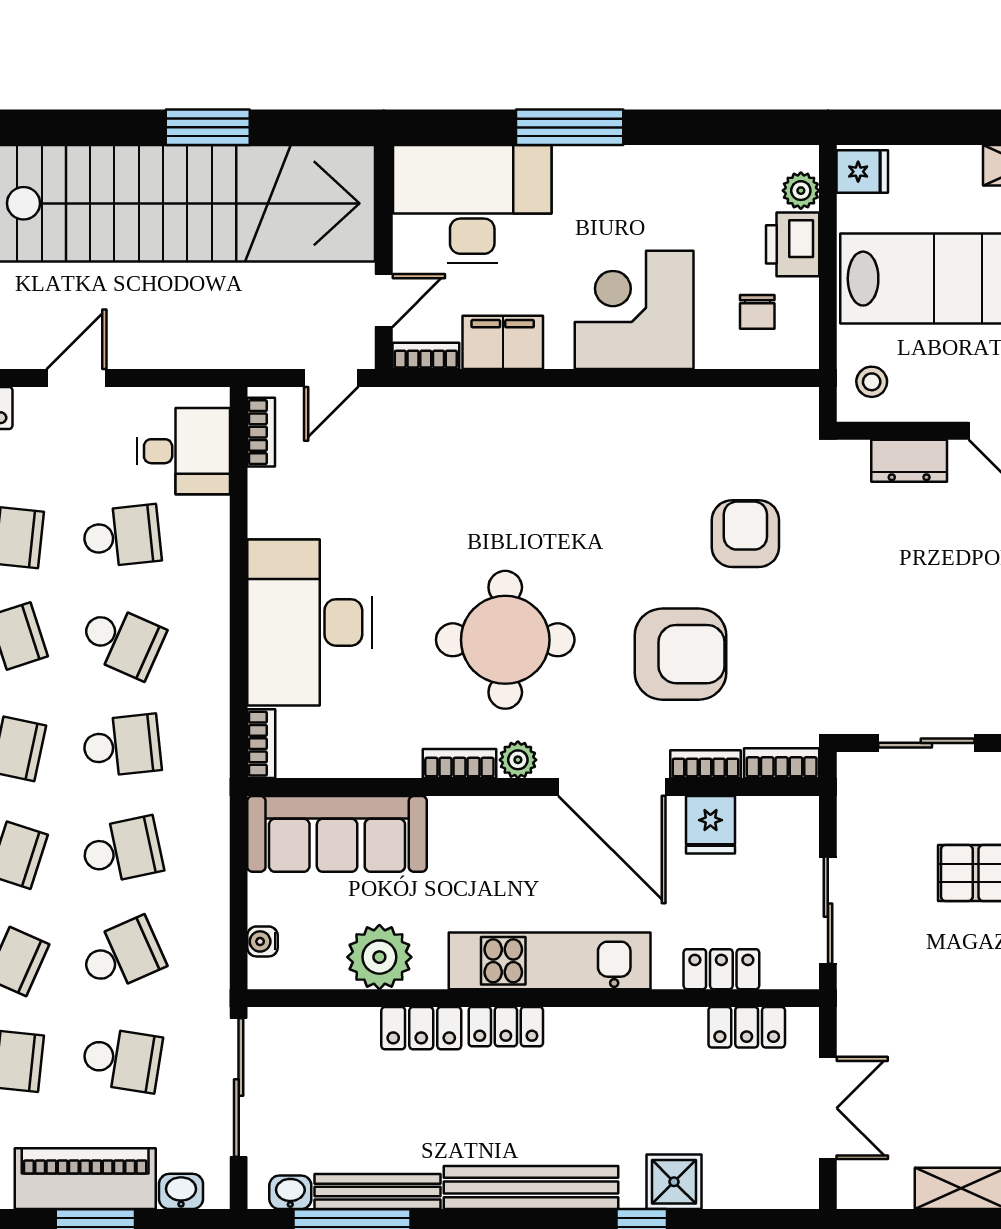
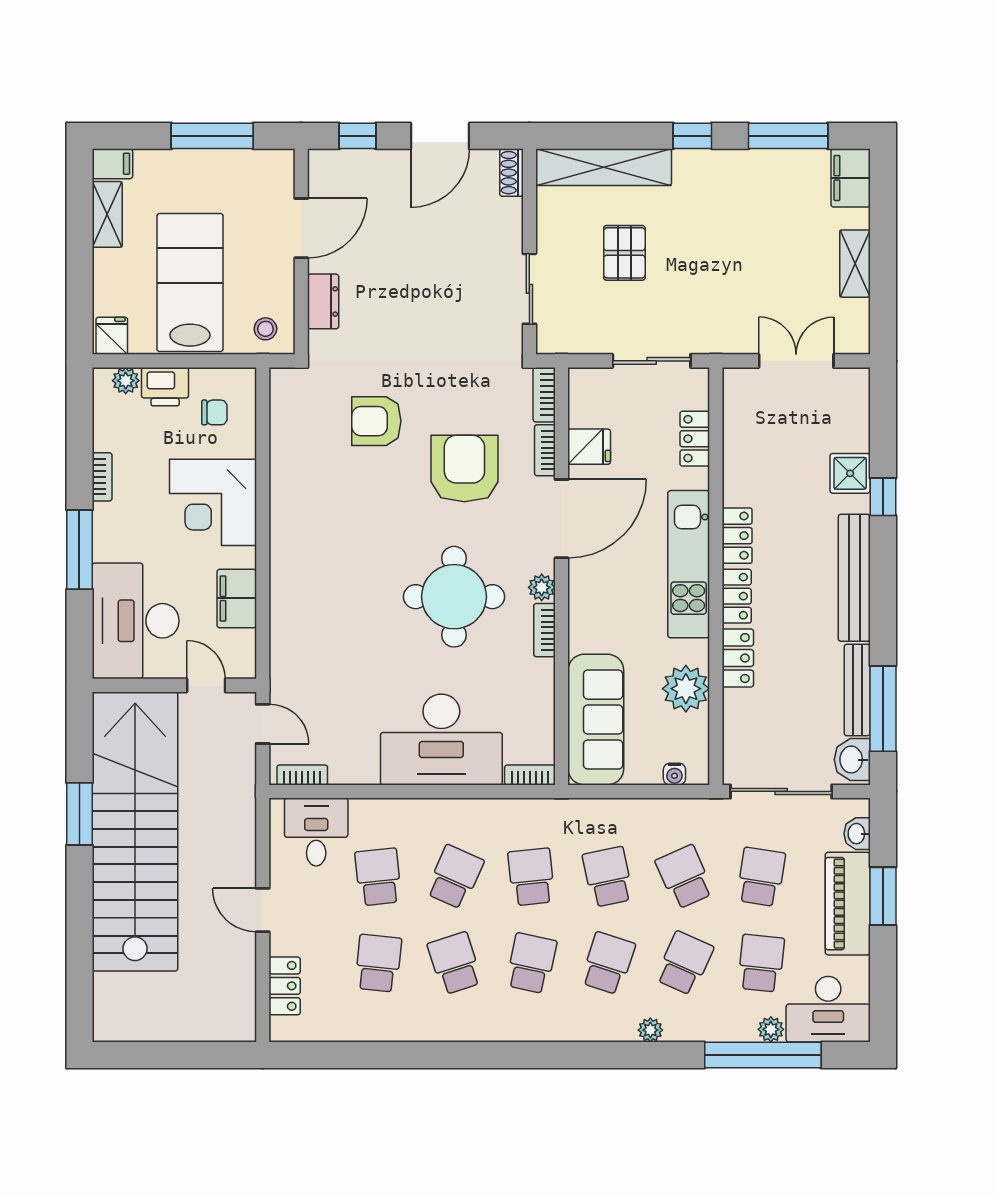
bookcase: (426, 356) -> (102, 477), moved, turned 180
locker: (747, 1027) -> (737, 536), moved
washbasin: (290, 1192) -> (852, 760), width x1.38, depth x1.45

